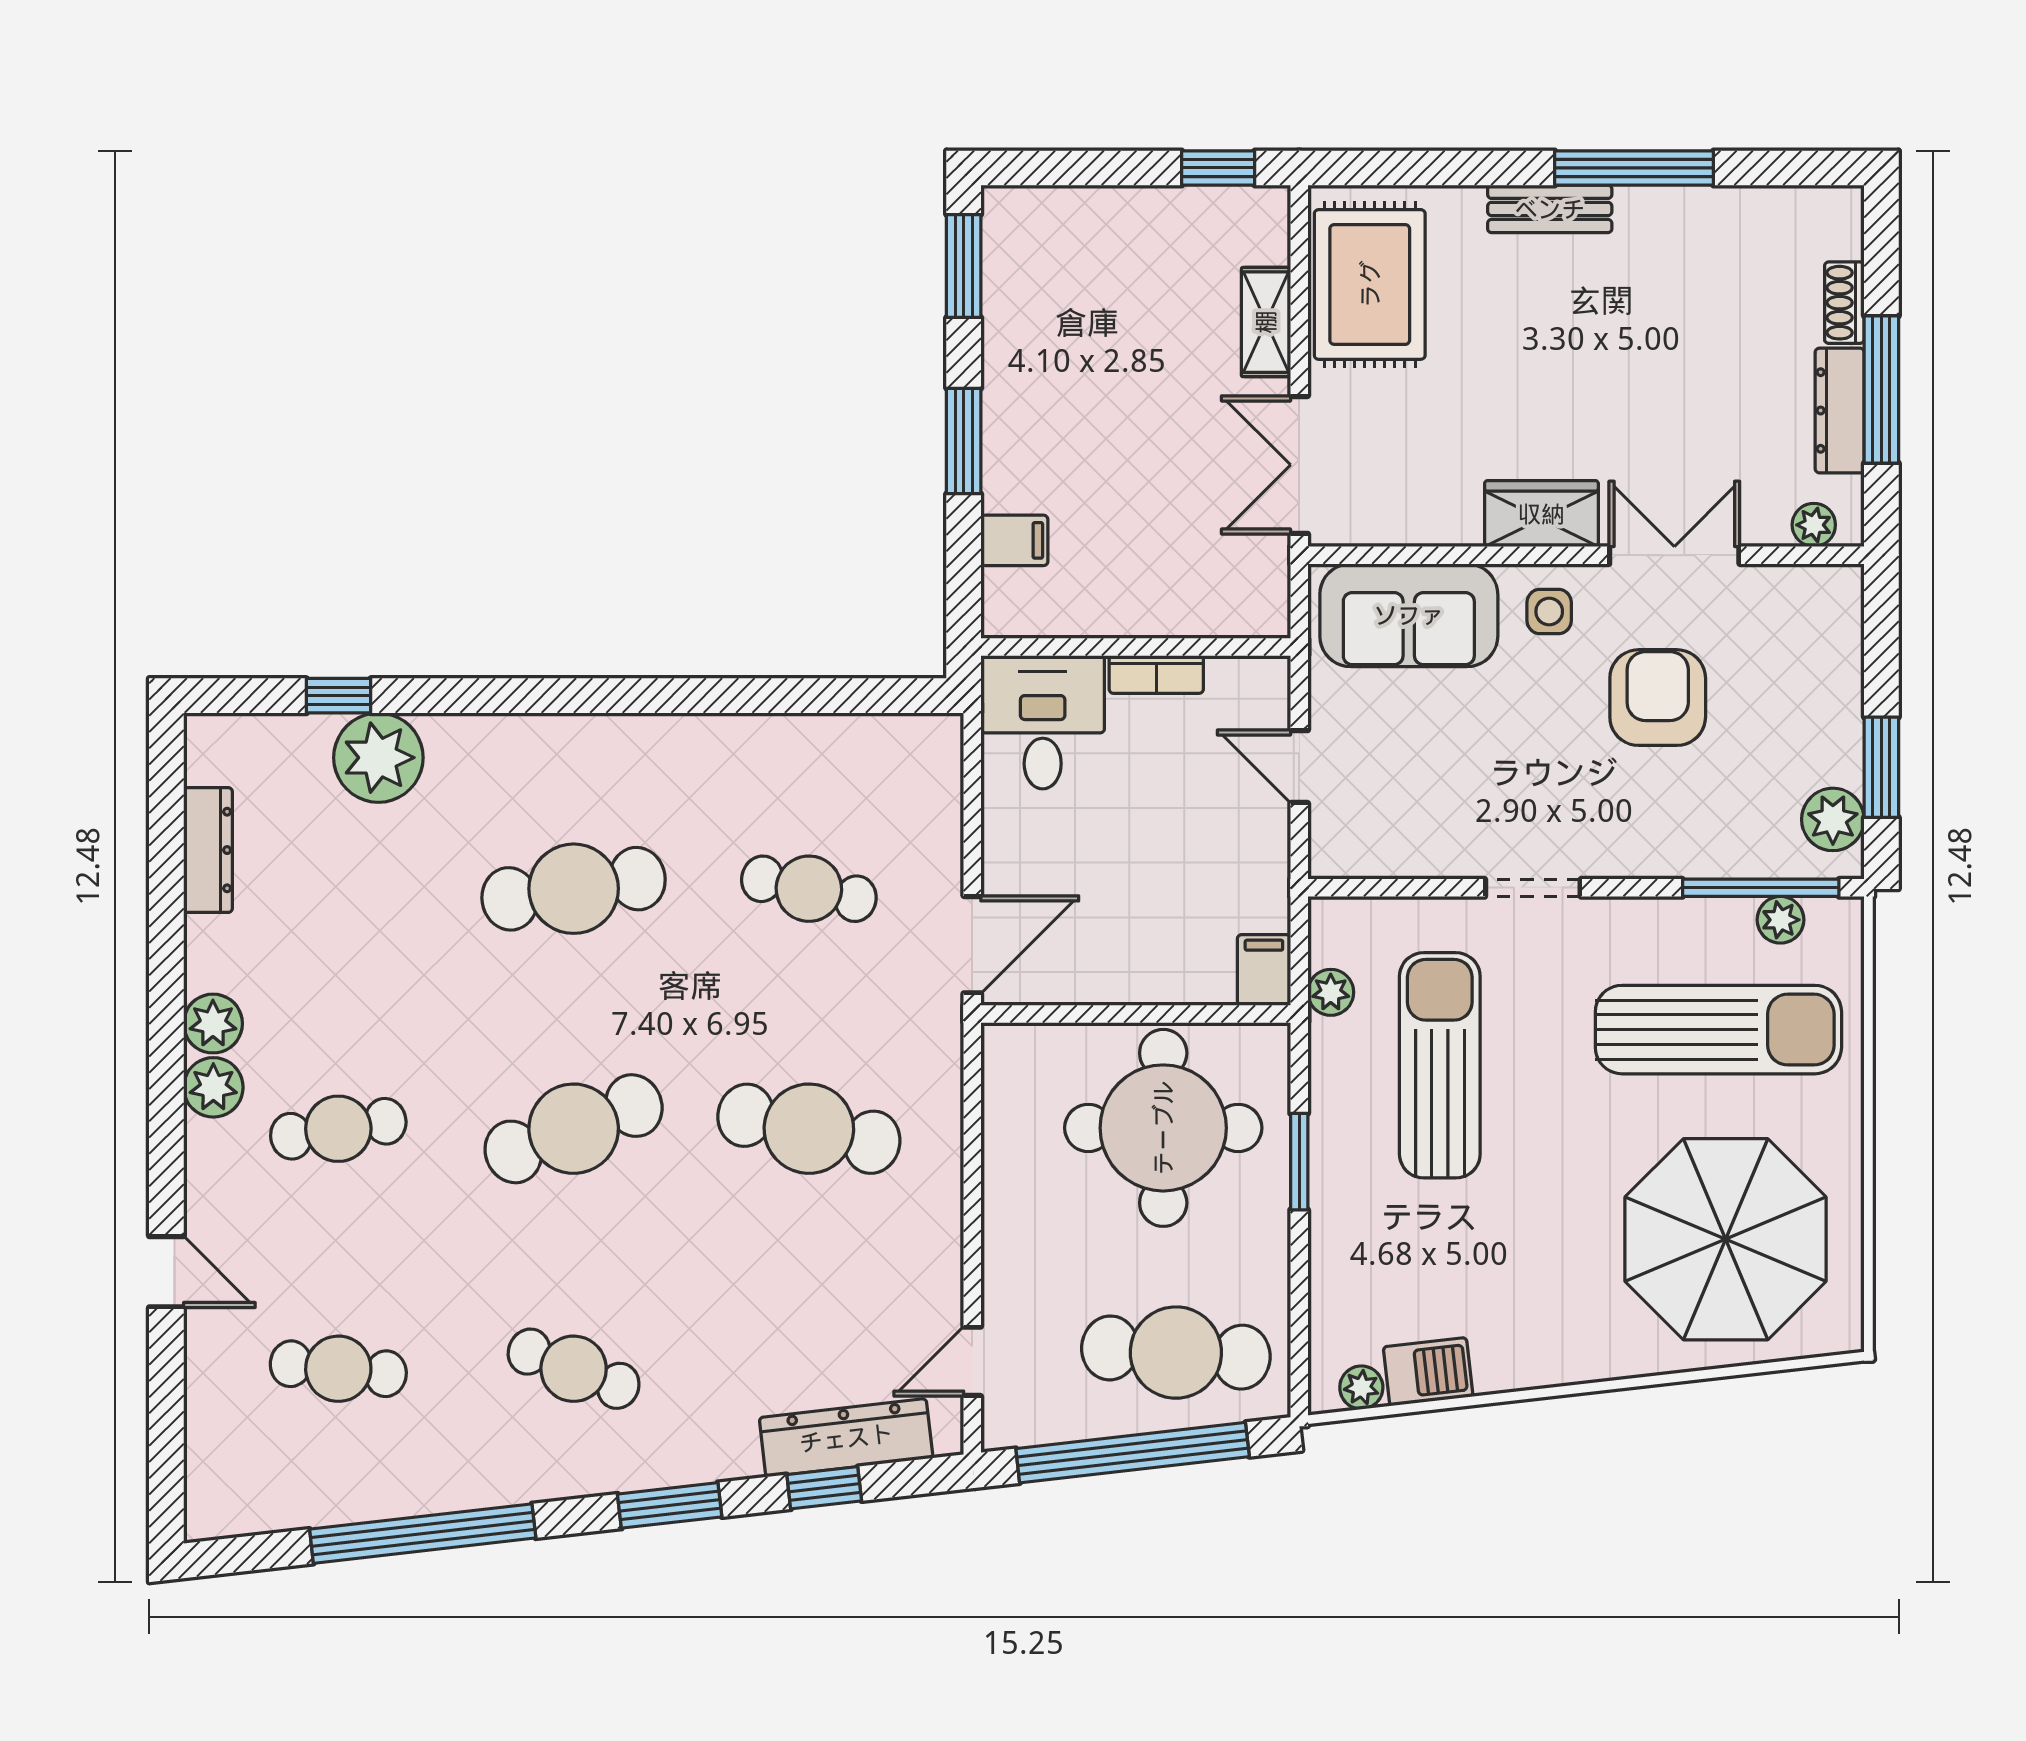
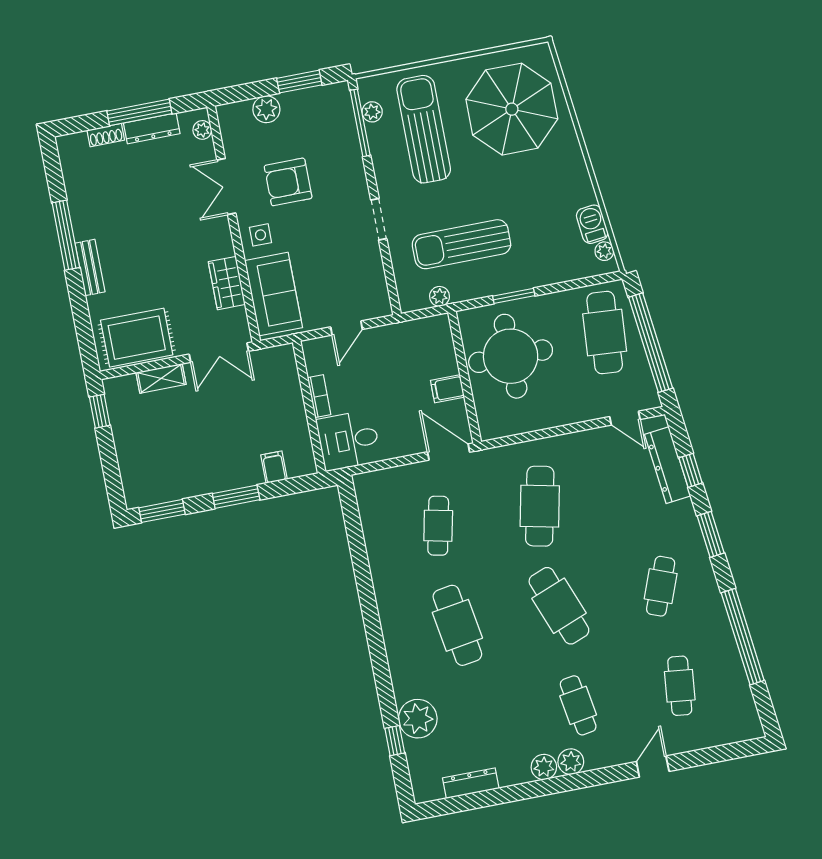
wardrobe: (1541, 514) -> (227, 283), moved
plant: (1833, 819) -> (266, 109), moved
filing cabinet: (1264, 970) -> (447, 389), moved

